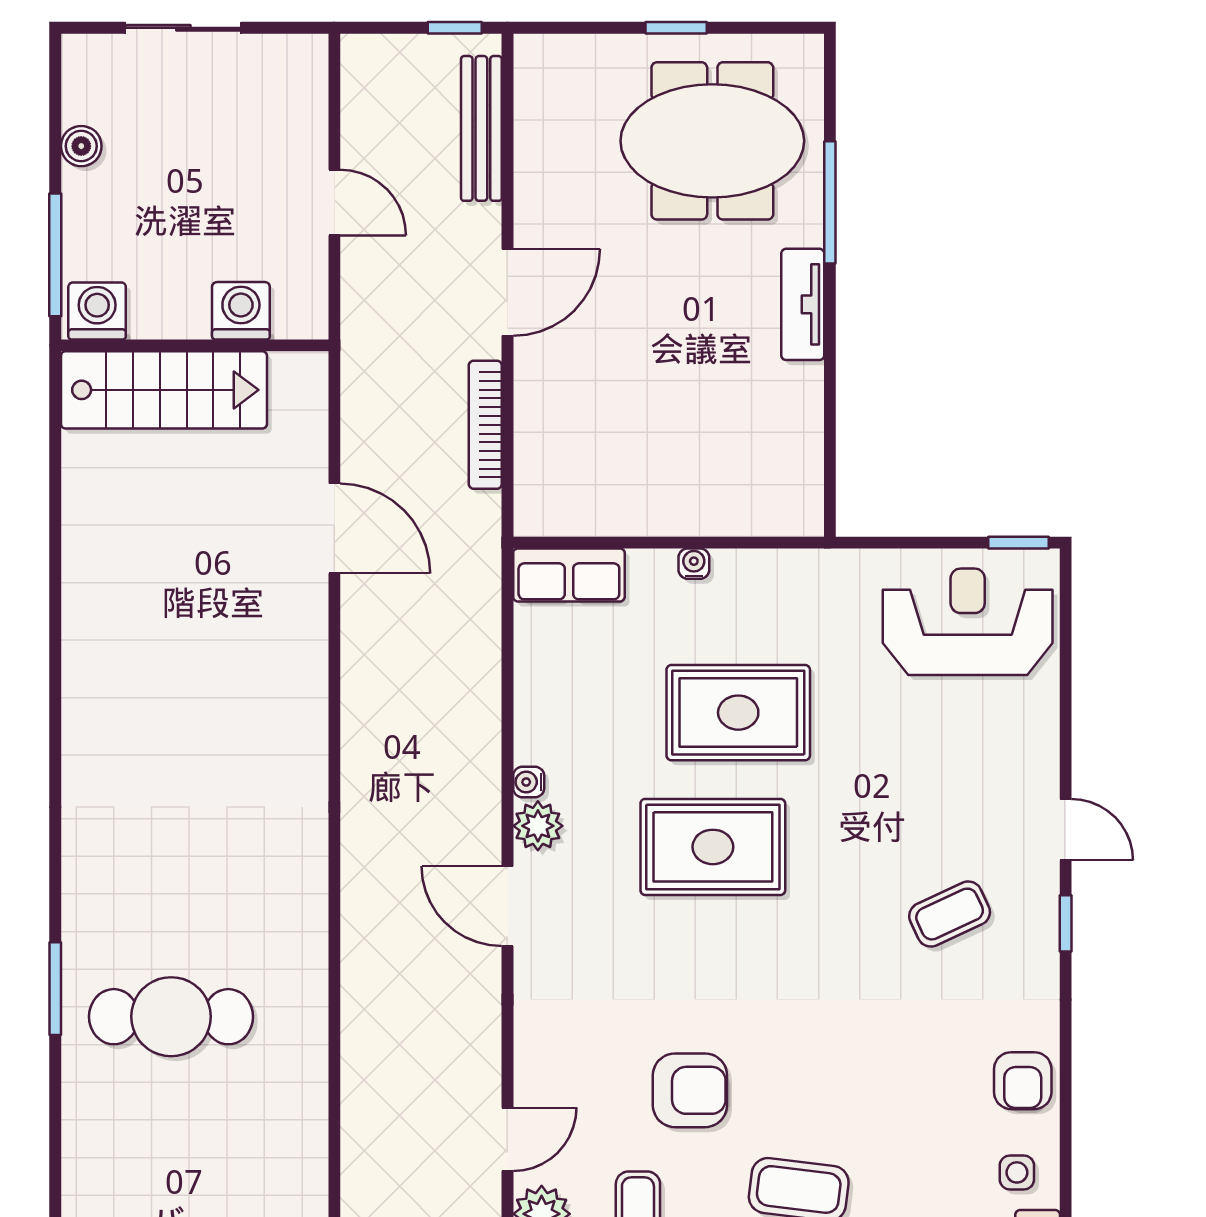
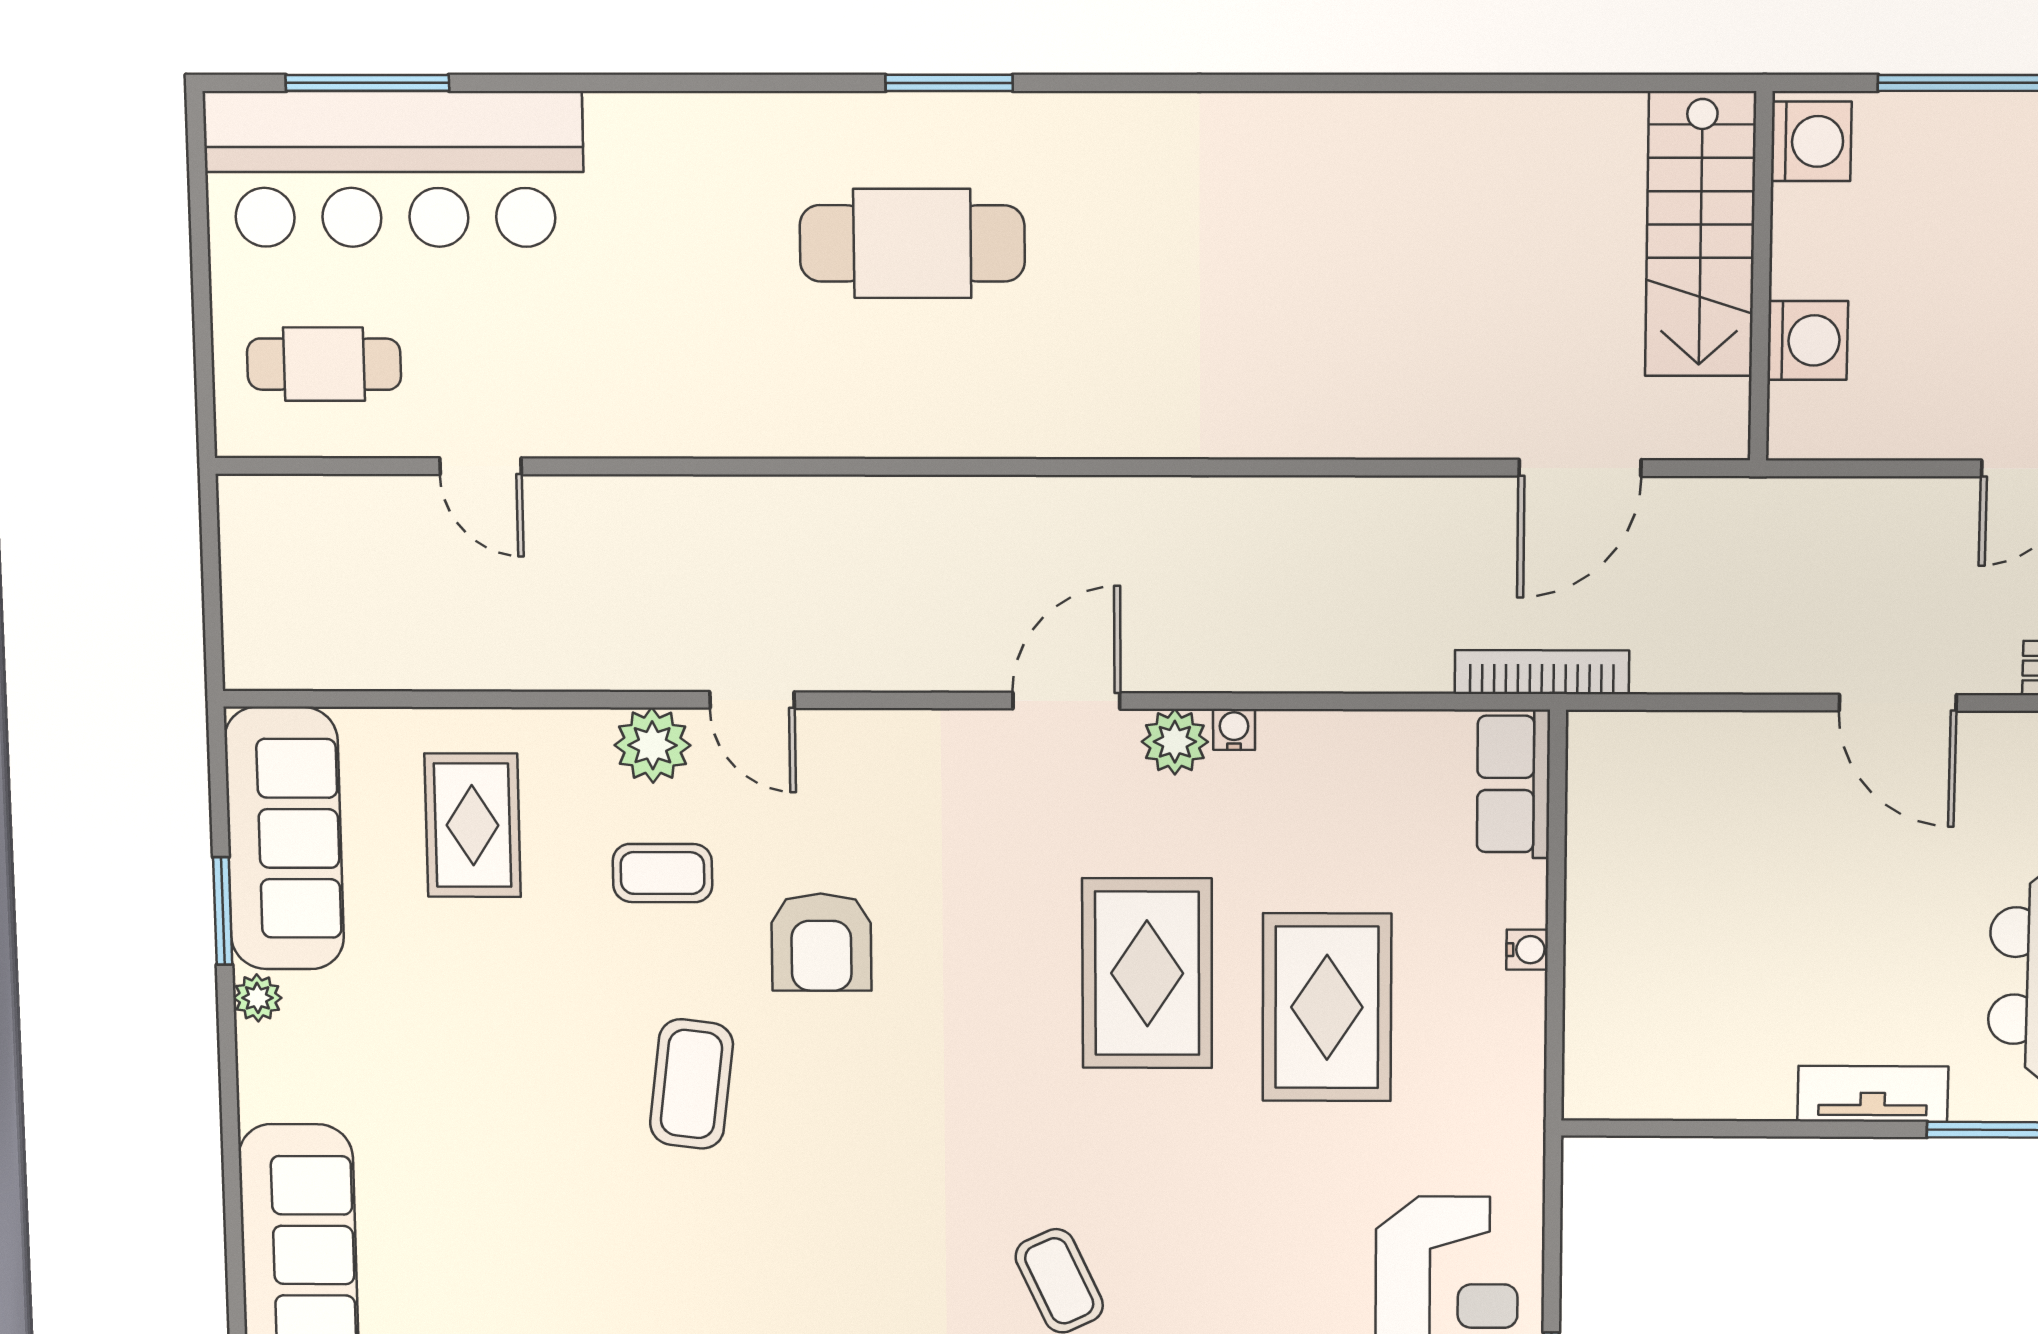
washing machine: (97, 311) -> (1811, 141), moved
washing machine: (241, 311) -> (1808, 340), moved
wall: (195, 345) -> (1761, 277), moved
stairs: (164, 390) -> (1701, 234), moved
bookcase: (485, 425) -> (1542, 672), moved
cafe table: (171, 1017) -> (912, 243), turned 90

